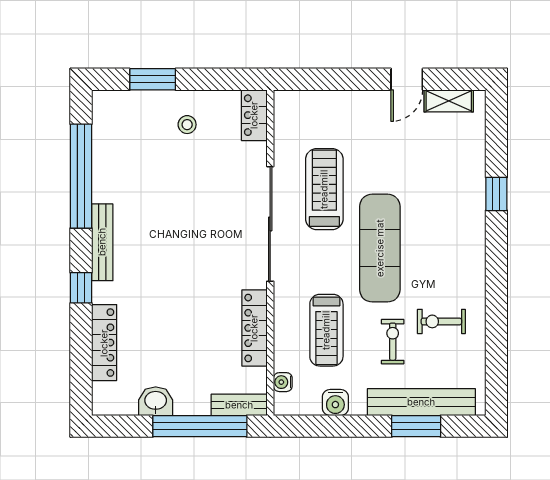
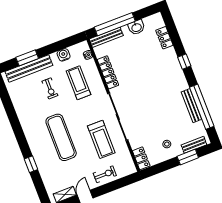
bench: (129, 100) -> (194, 145), added
bench: (102, 242) -> (191, 106), moved
exercise mat: (380, 248) -> (61, 137), moved
exercise bike: (441, 321) -> (105, 174), moved
locker: (104, 343) -> (164, 38), width x0.66
bench: (239, 405) -> (106, 37), width x1.36

